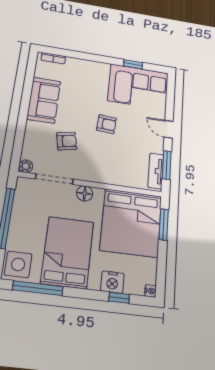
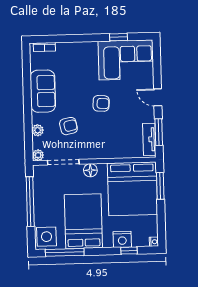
plant: (30, 139) -> (38, 130), added

